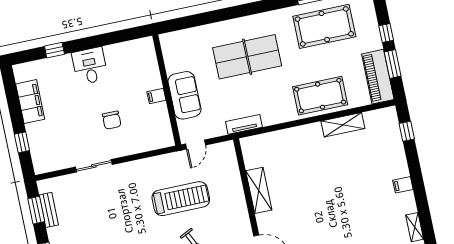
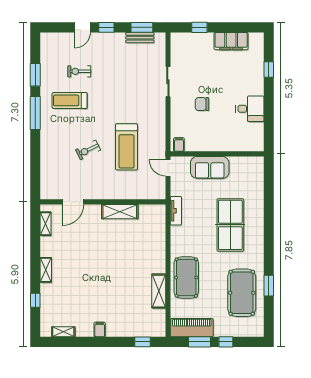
desk: (90, 66) -> (250, 109), moved
filing cabinet: (156, 96) -> (179, 145), moved

